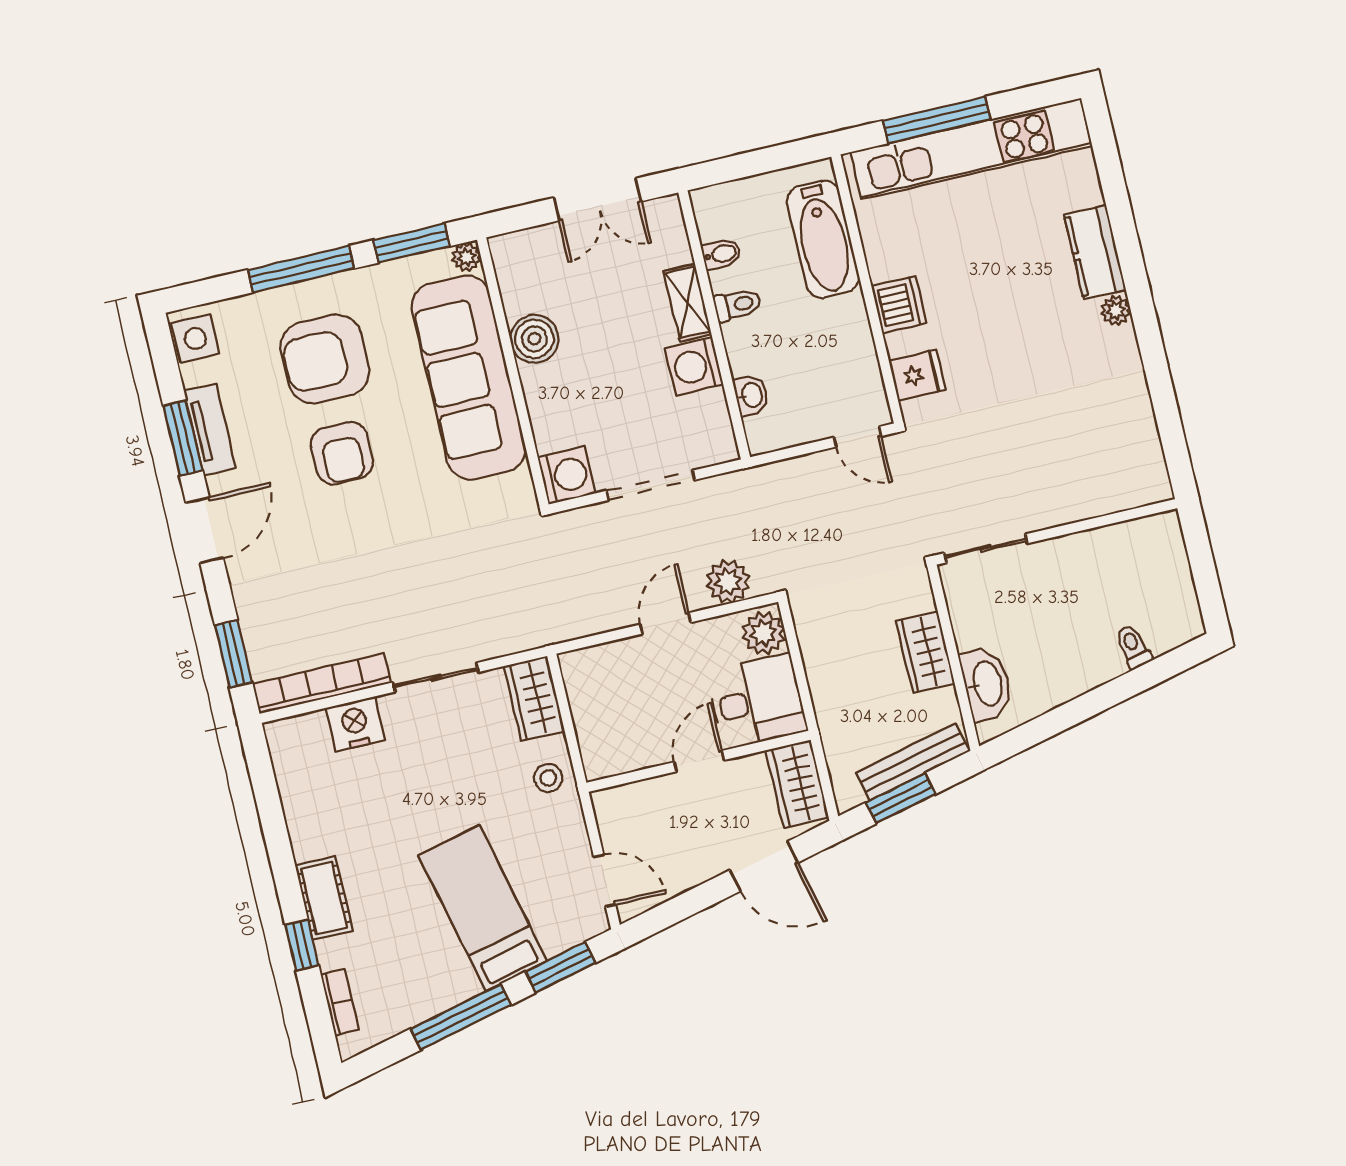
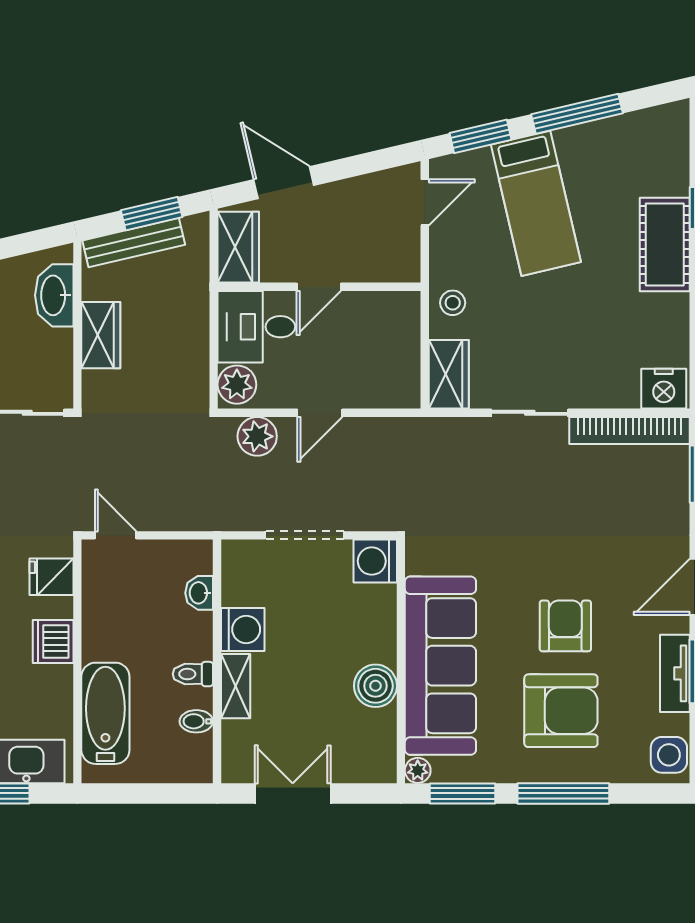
nightstand: (355, 724) -> (664, 389), moved
door: (605, 881) -> (425, 202), swing flipped
cot: (324, 898) -> (665, 244), width x1.37, depth x1.34
bookcase: (340, 1002) -> (679, 151), removed

